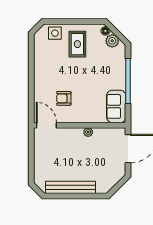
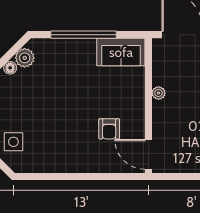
rug: (77, 44) -> (29, 109), removed
door: (46, 125) -> (148, 154), hinge flipped

